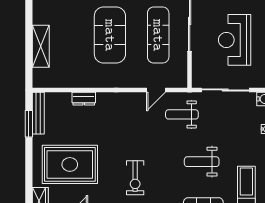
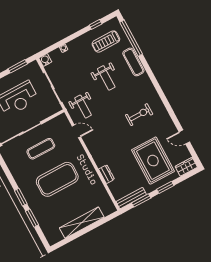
exercise mat: (158, 35) -> (41, 149), width x0.73, depth x0.69
shelving: (41, 46) -> (82, 223), width x1.47
window: (29, 162) -> (165, 187), added

